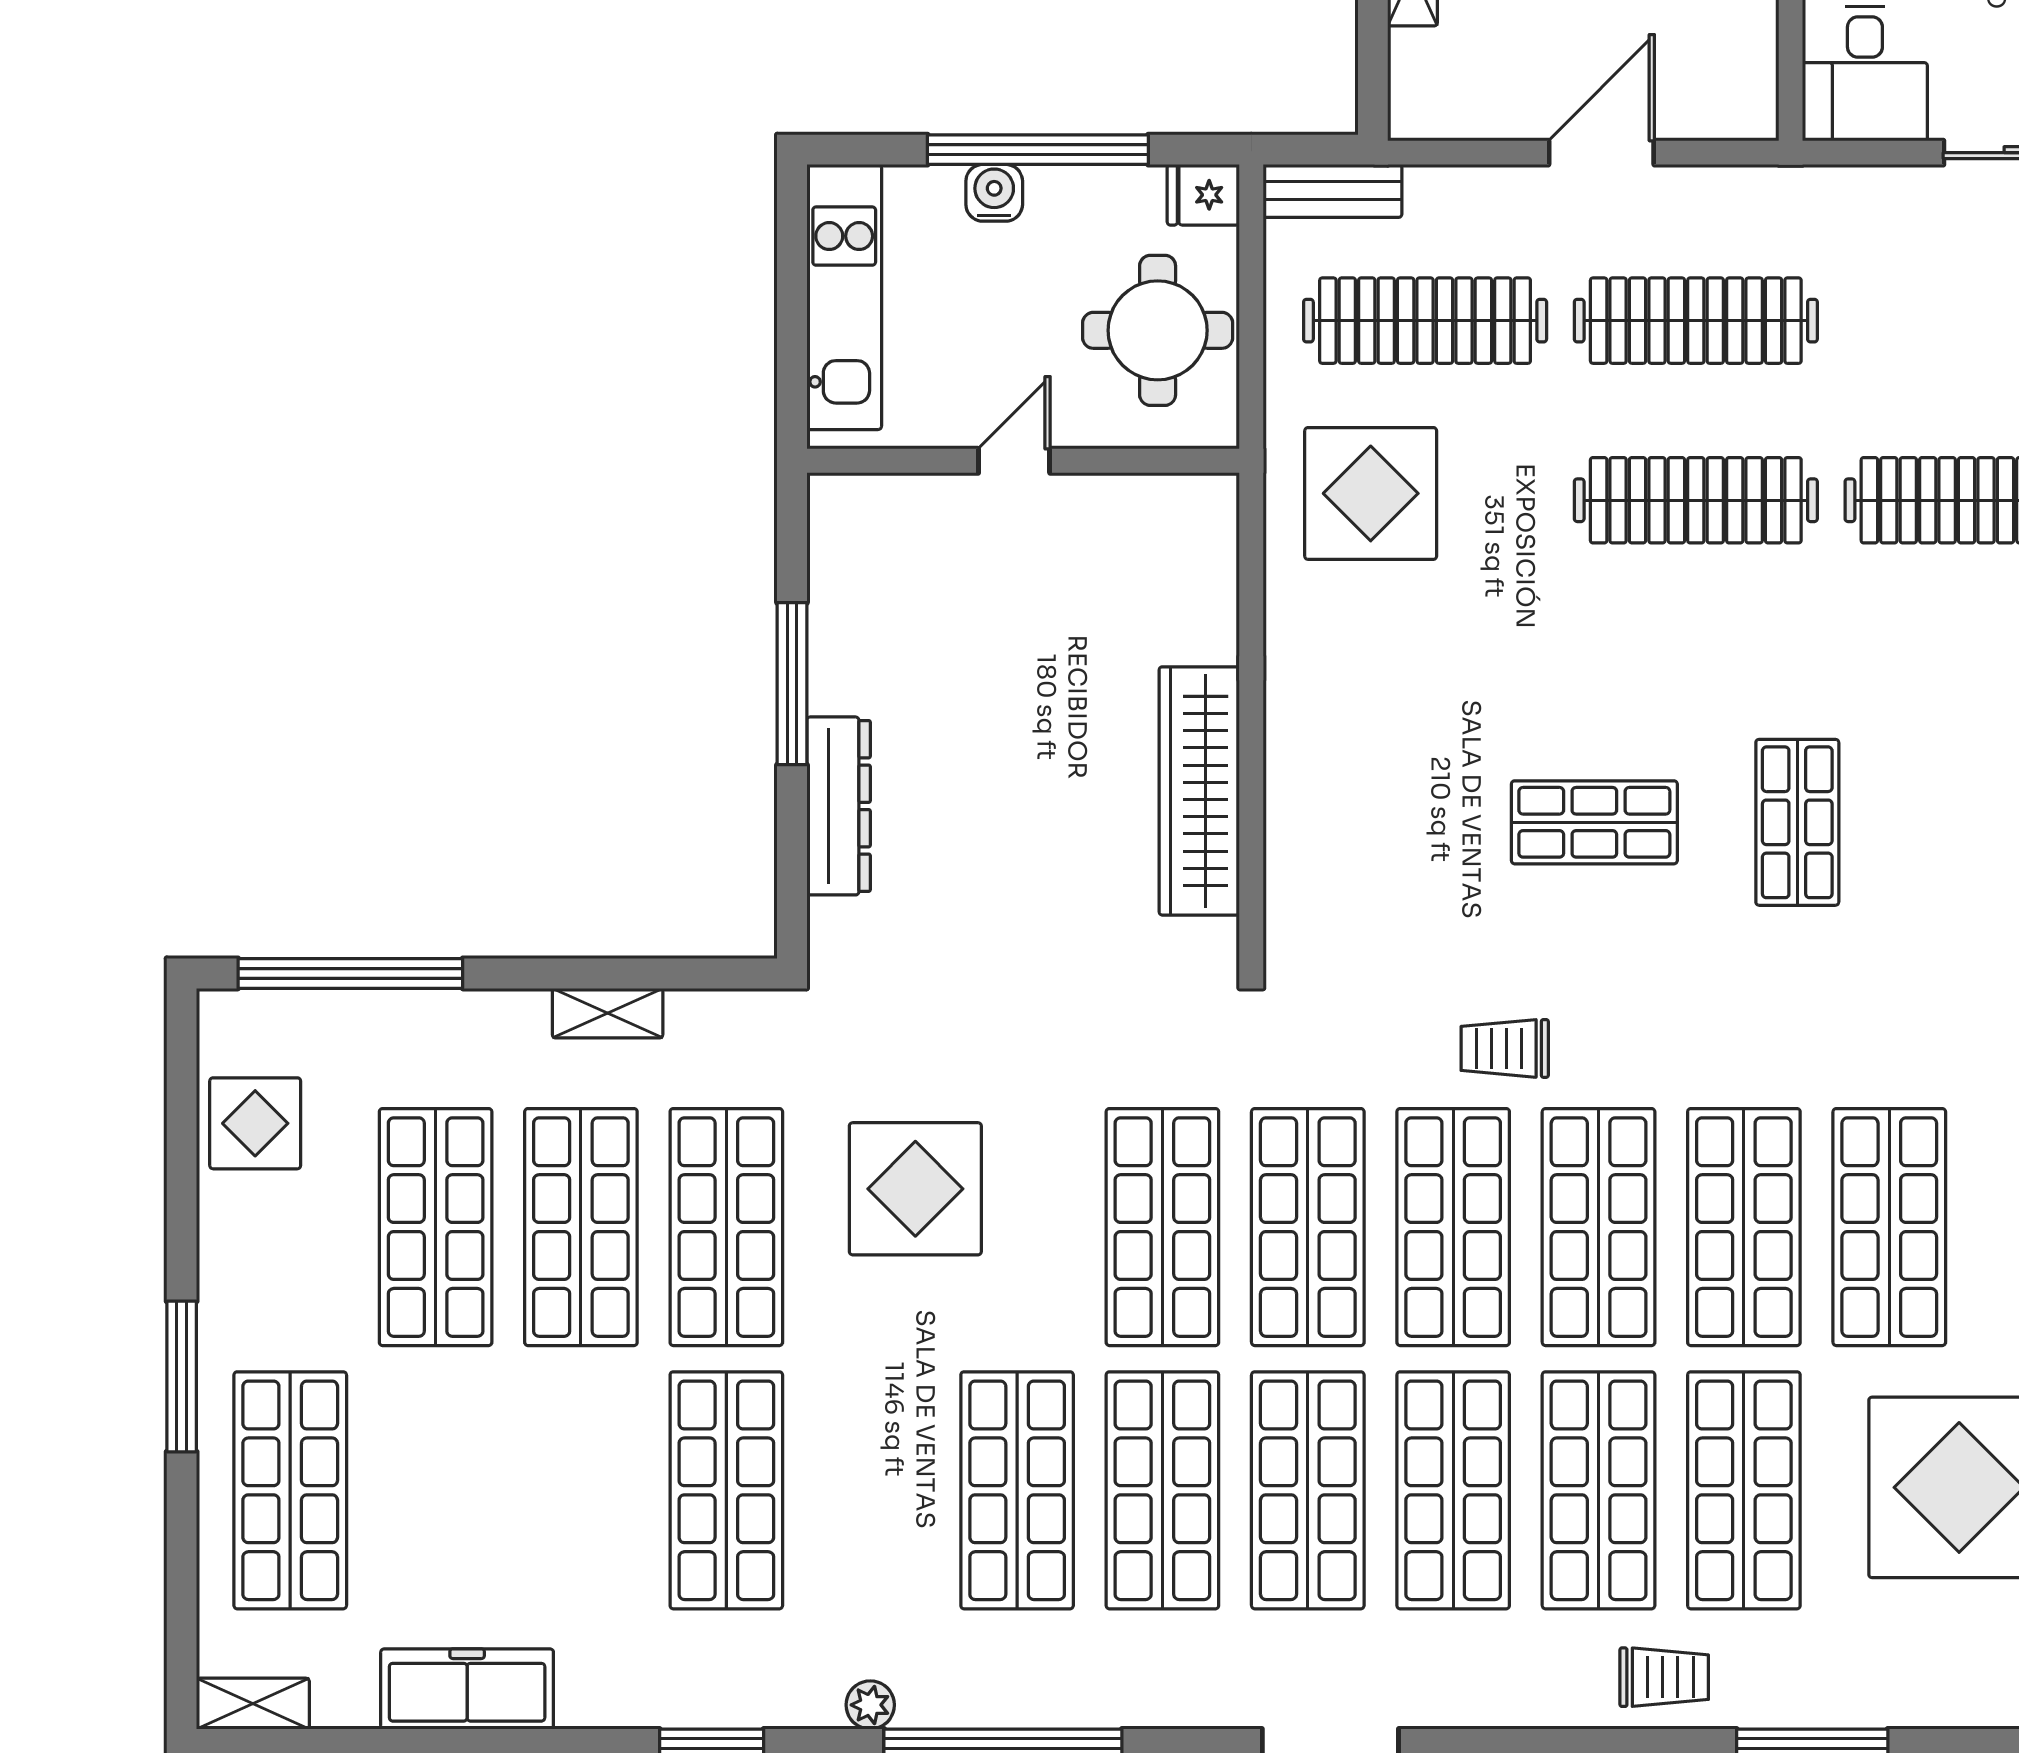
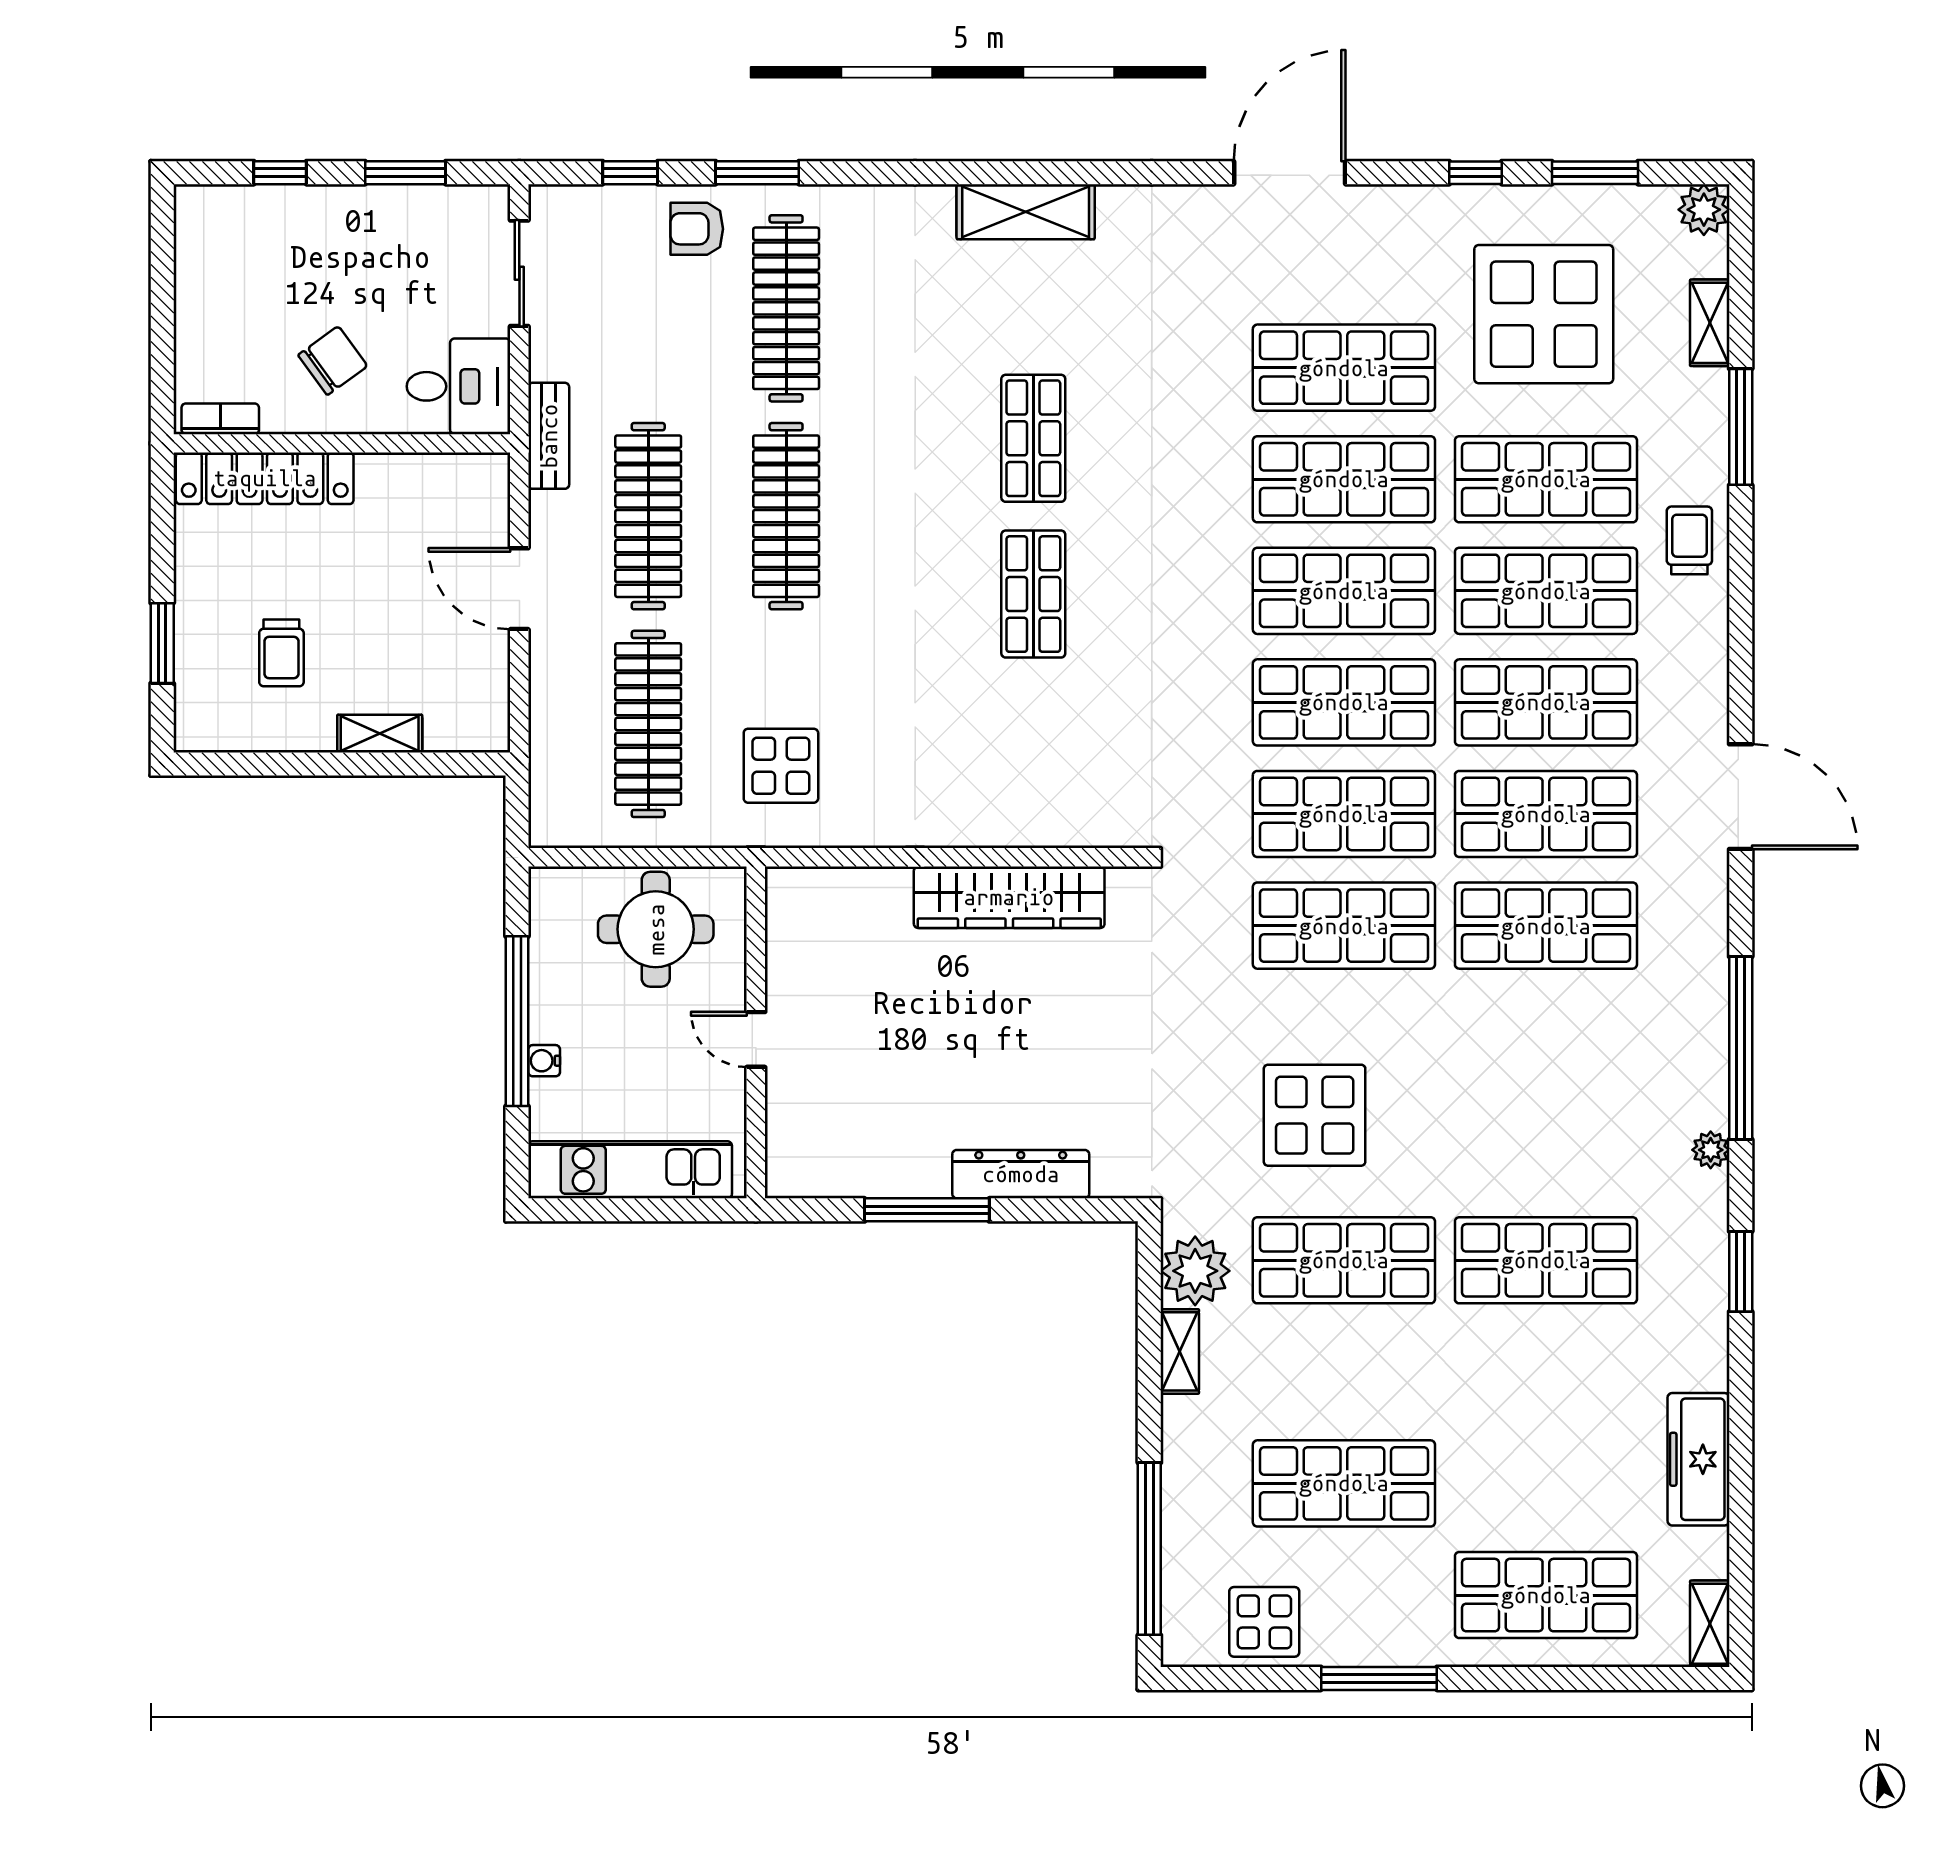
bench: (1333, 191) -> (549, 436), moved
water cooler: (994, 193) -> (544, 1061), width x0.72, depth x0.72
fridge: (1203, 195) -> (552, 894), removed
display table: (1371, 493) -> (781, 766), width x0.73, depth x0.73
shop shelf: (1797, 822) -> (1033, 438), turned 90
plant: (713, 1033) -> (1195, 1271), added
trolley: (1505, 1048) -> (1207, 663), removed
shop shelf: (581, 1227) -> (1344, 1372), removed
window: (182, 1377) -> (1379, 1678), moved
shop shelf: (1017, 1490) -> (1546, 1037), removed
shelving: (1948, 1704) -> (1710, 323), added

